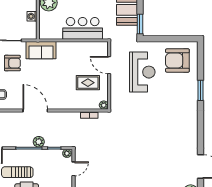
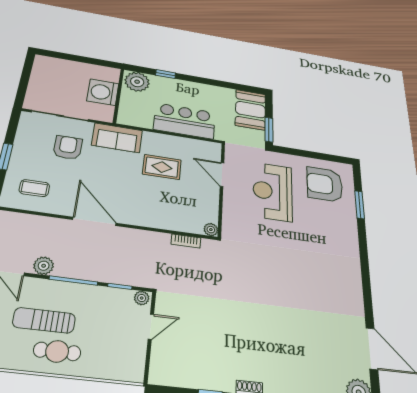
washing machine: (32, 16) -> (103, 92), width x1.89, depth x1.89
armchair: (12, 63) -> (68, 148), turned -90
reception desk: (142, 72) -> (273, 192), turned 180
rug: (88, 83) -> (162, 167), moved
window: (201, 90) -> (360, 205), moved
plant: (39, 142) -> (44, 266), moved

